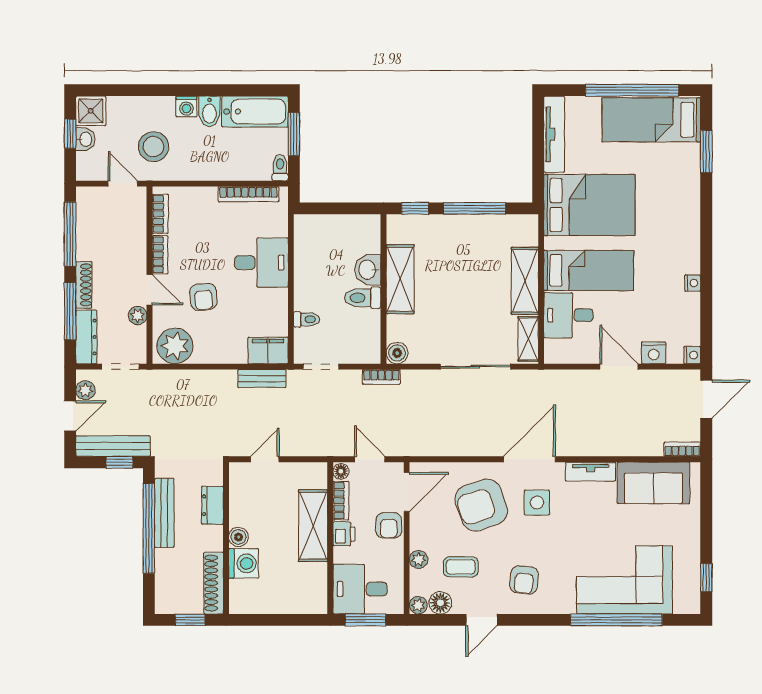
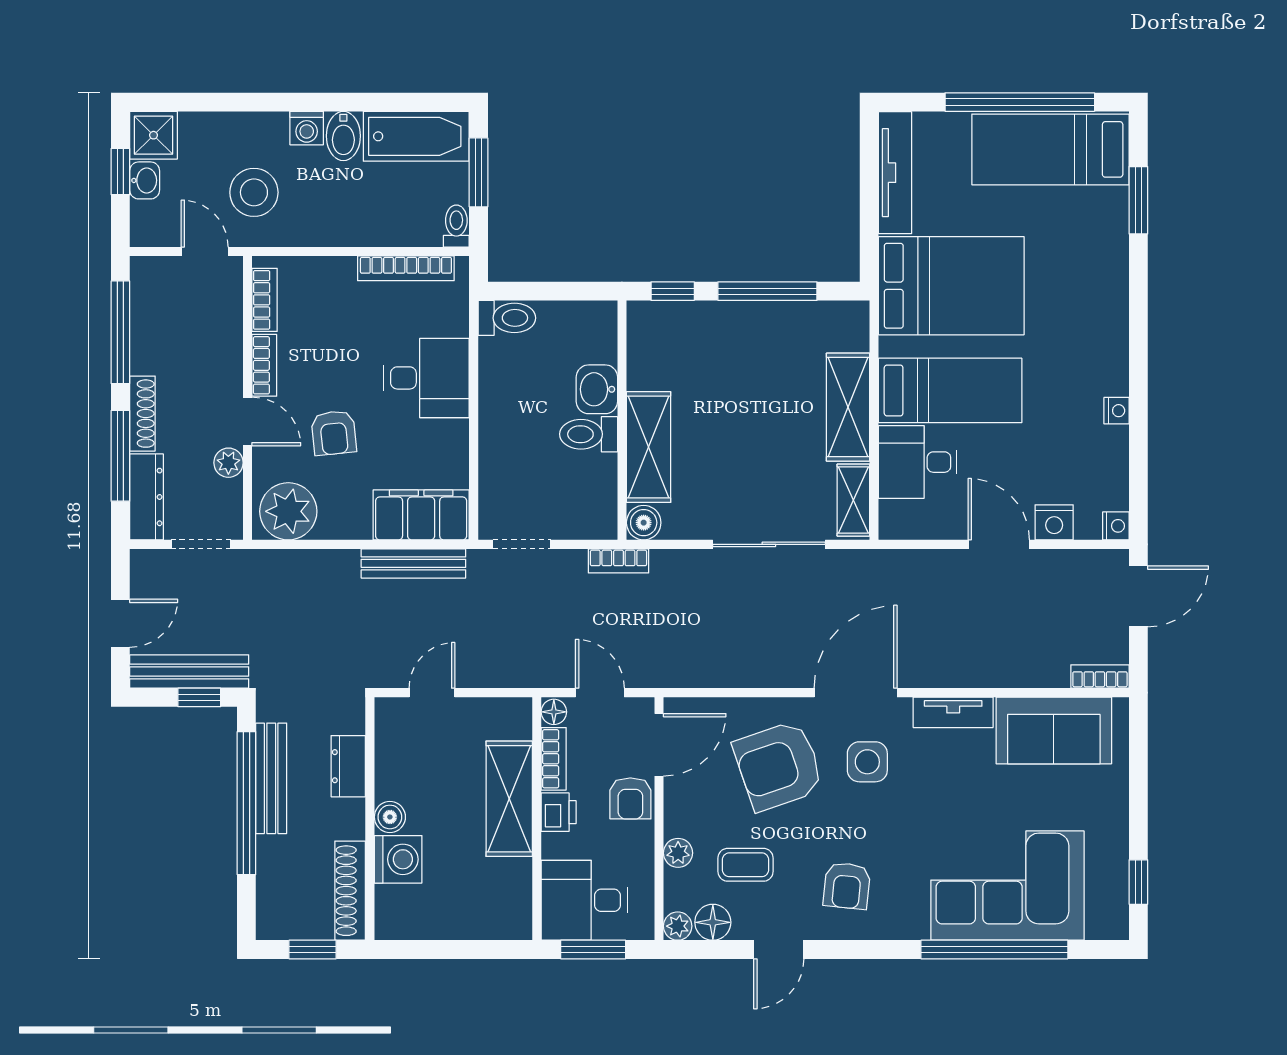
shelving: (400, 279) -> (649, 447), moved
toilet: (307, 319) -> (507, 318), moved, width x1.37, depth x1.39
filing cabinet: (268, 350) -> (421, 515), width x1.50, depth x1.17
bench: (262, 379) -> (413, 563), width x1.36
plant: (85, 390) -> (145, 582), removed

